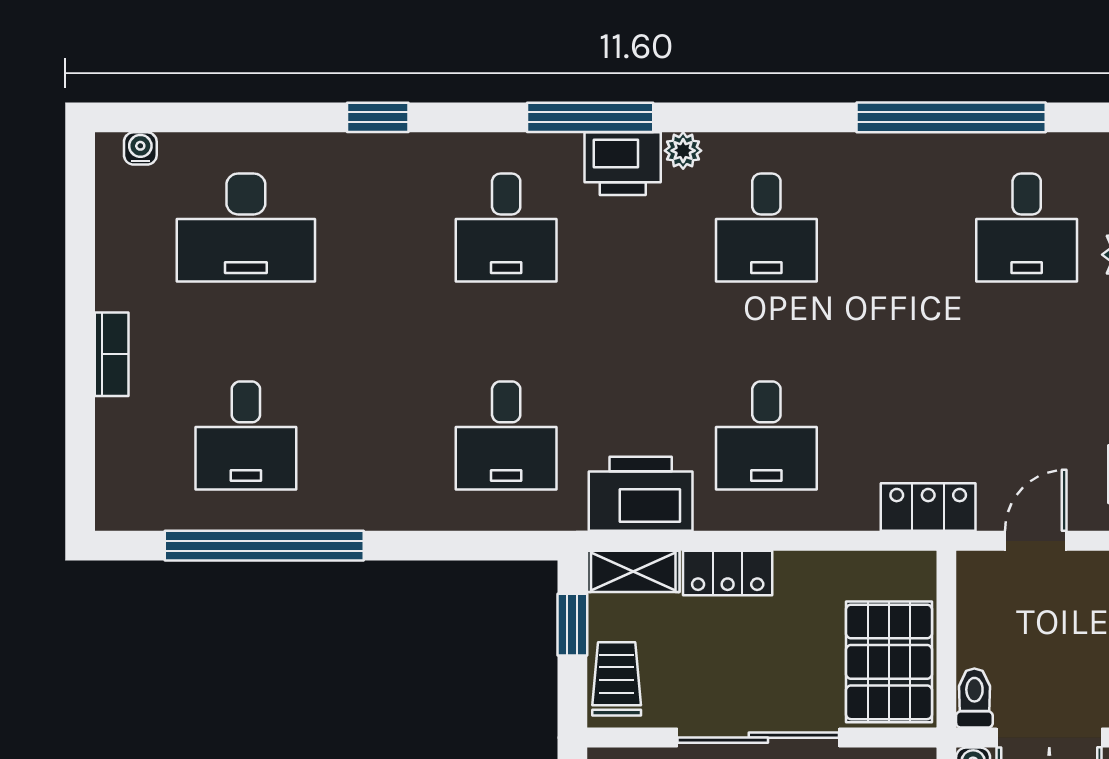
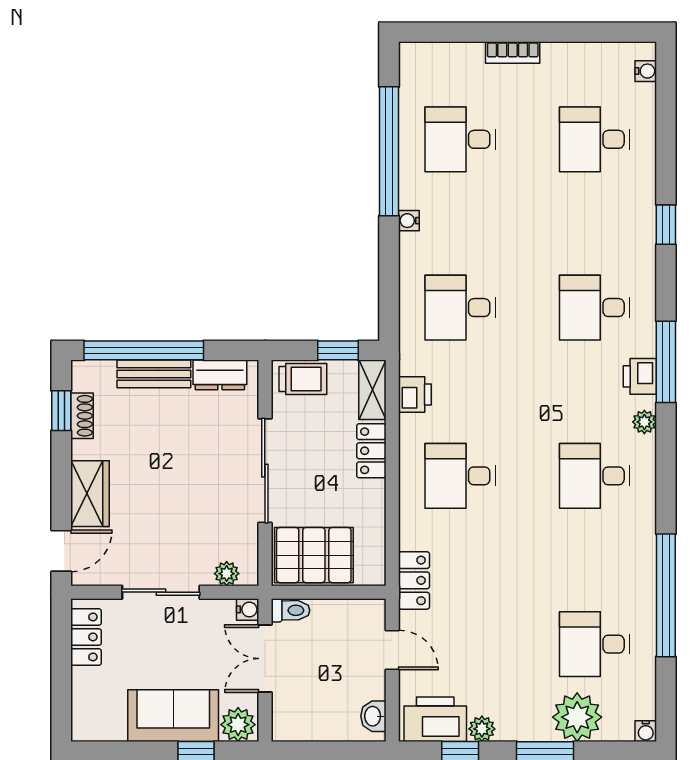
printer: (623, 164) -> (640, 376), width x0.73, depth x0.81
desk: (246, 228) -> (595, 139), width x0.73
printer: (641, 494) -> (415, 395), width x0.53, depth x0.68
water cooler: (372, 515) -> (409, 221), added

